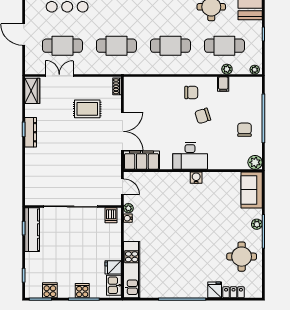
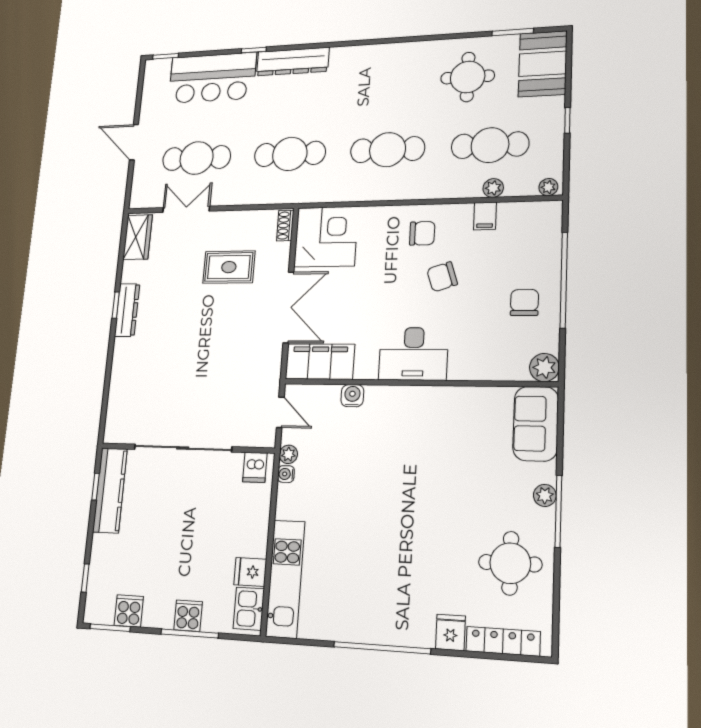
corner desk: (140, 93) -> (326, 237), added
water cooler: (196, 178) -> (352, 396), moved
locker: (234, 292) -> (503, 641), width x1.53

